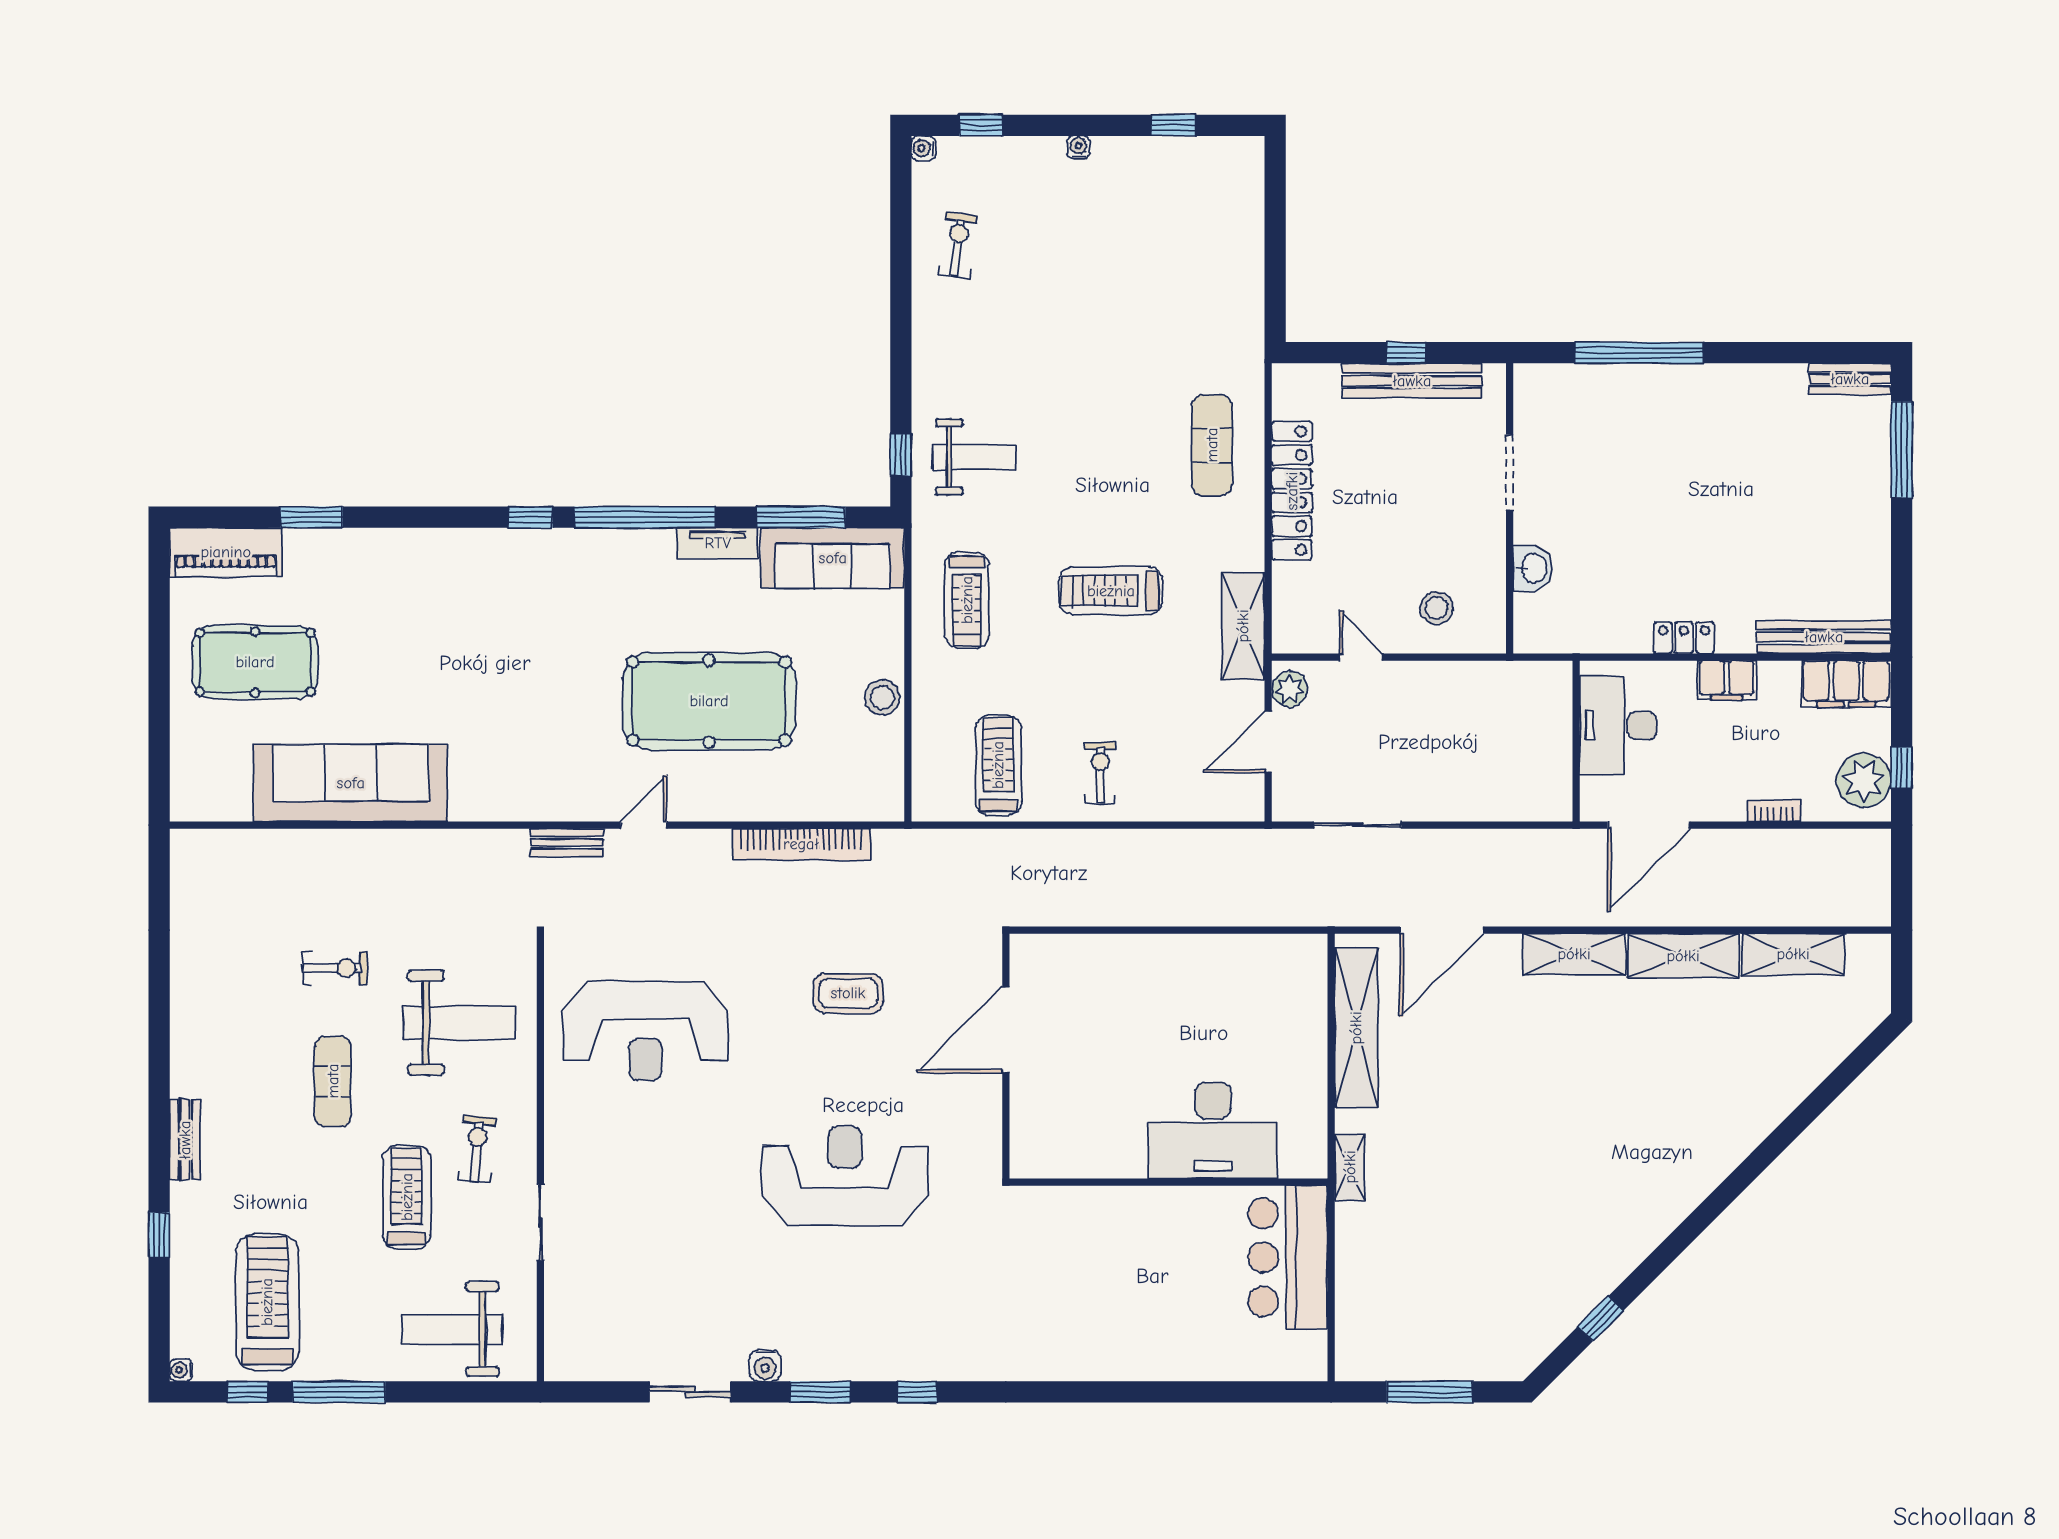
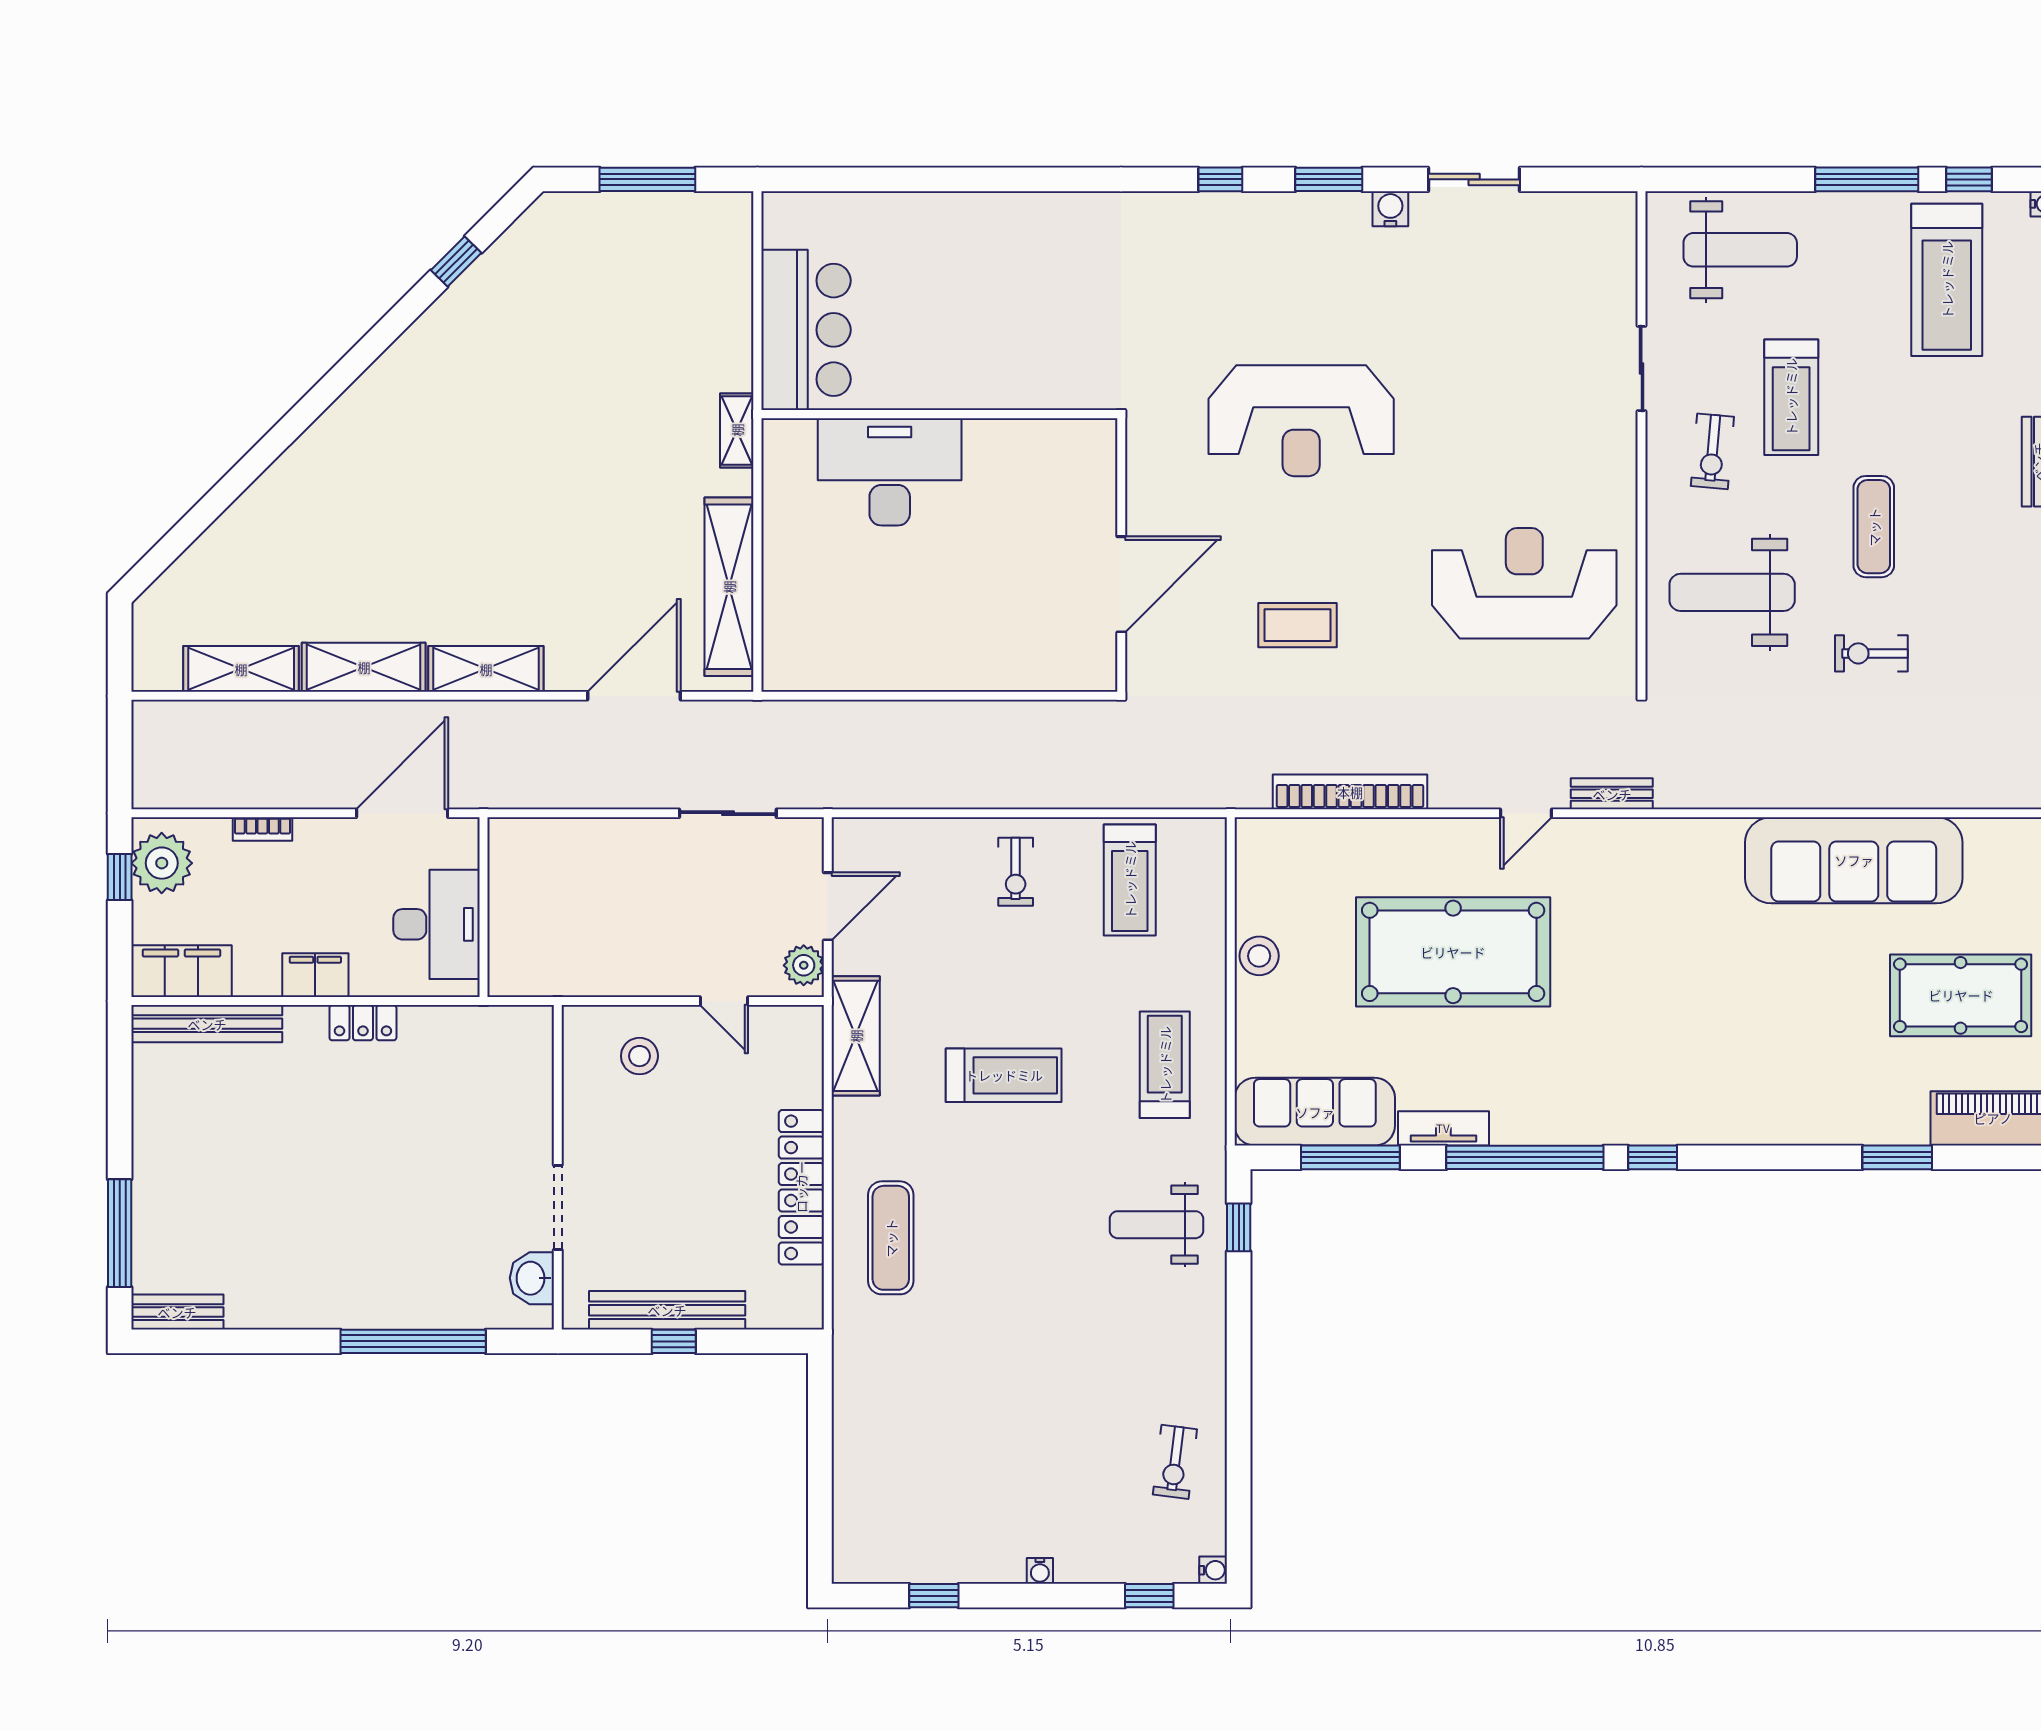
washbasin: (1533, 568) -> (532, 1278), moved

